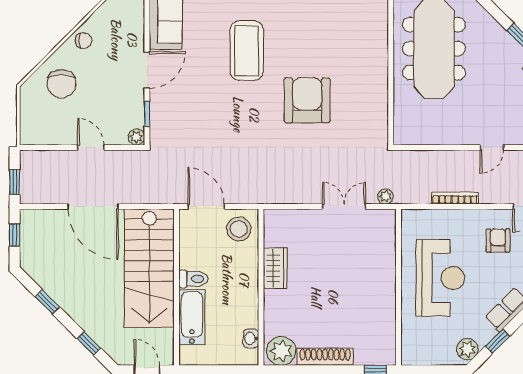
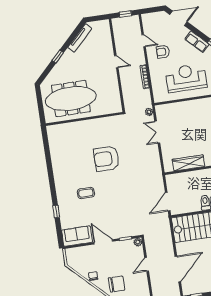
coffee table: (247, 51) -> (86, 193), width x0.54, depth x0.58
door: (93, 206) -> (178, 269), moved
stool: (239, 229) -> (177, 184), removed
wardrobe: (275, 268) -> (189, 163), width x1.50

